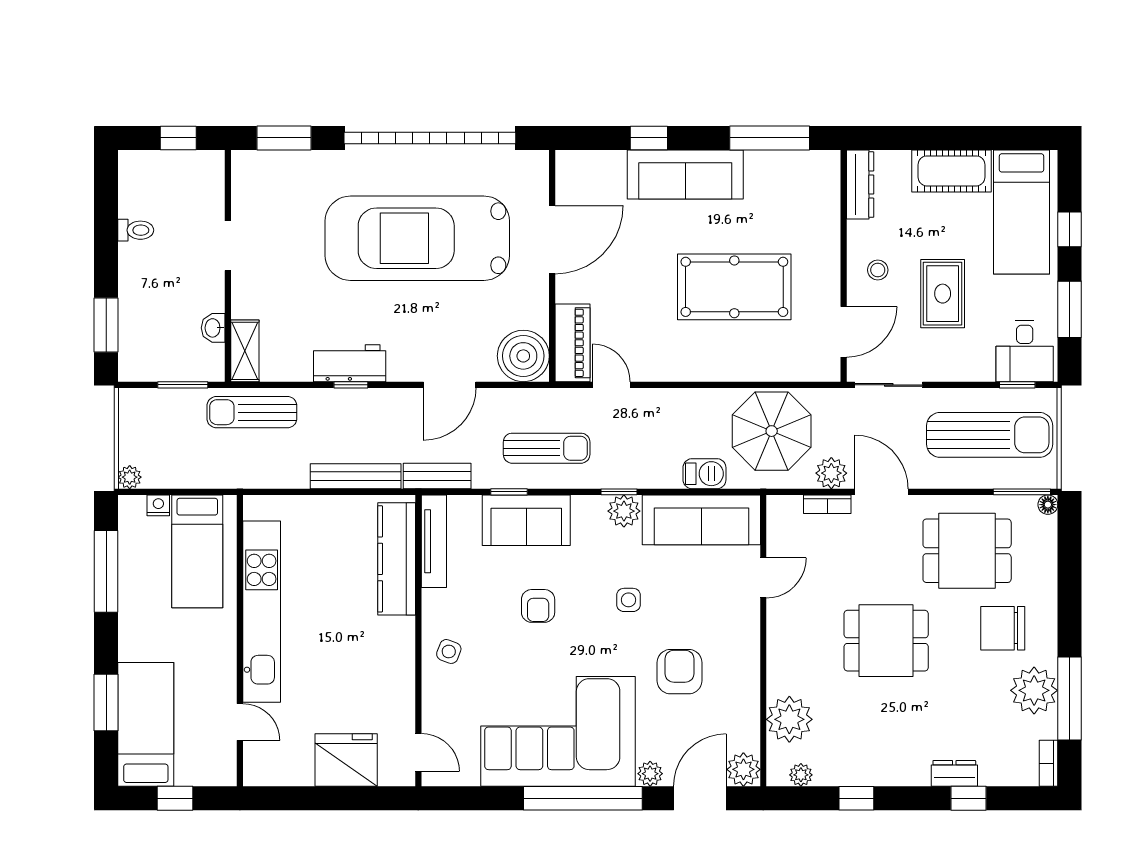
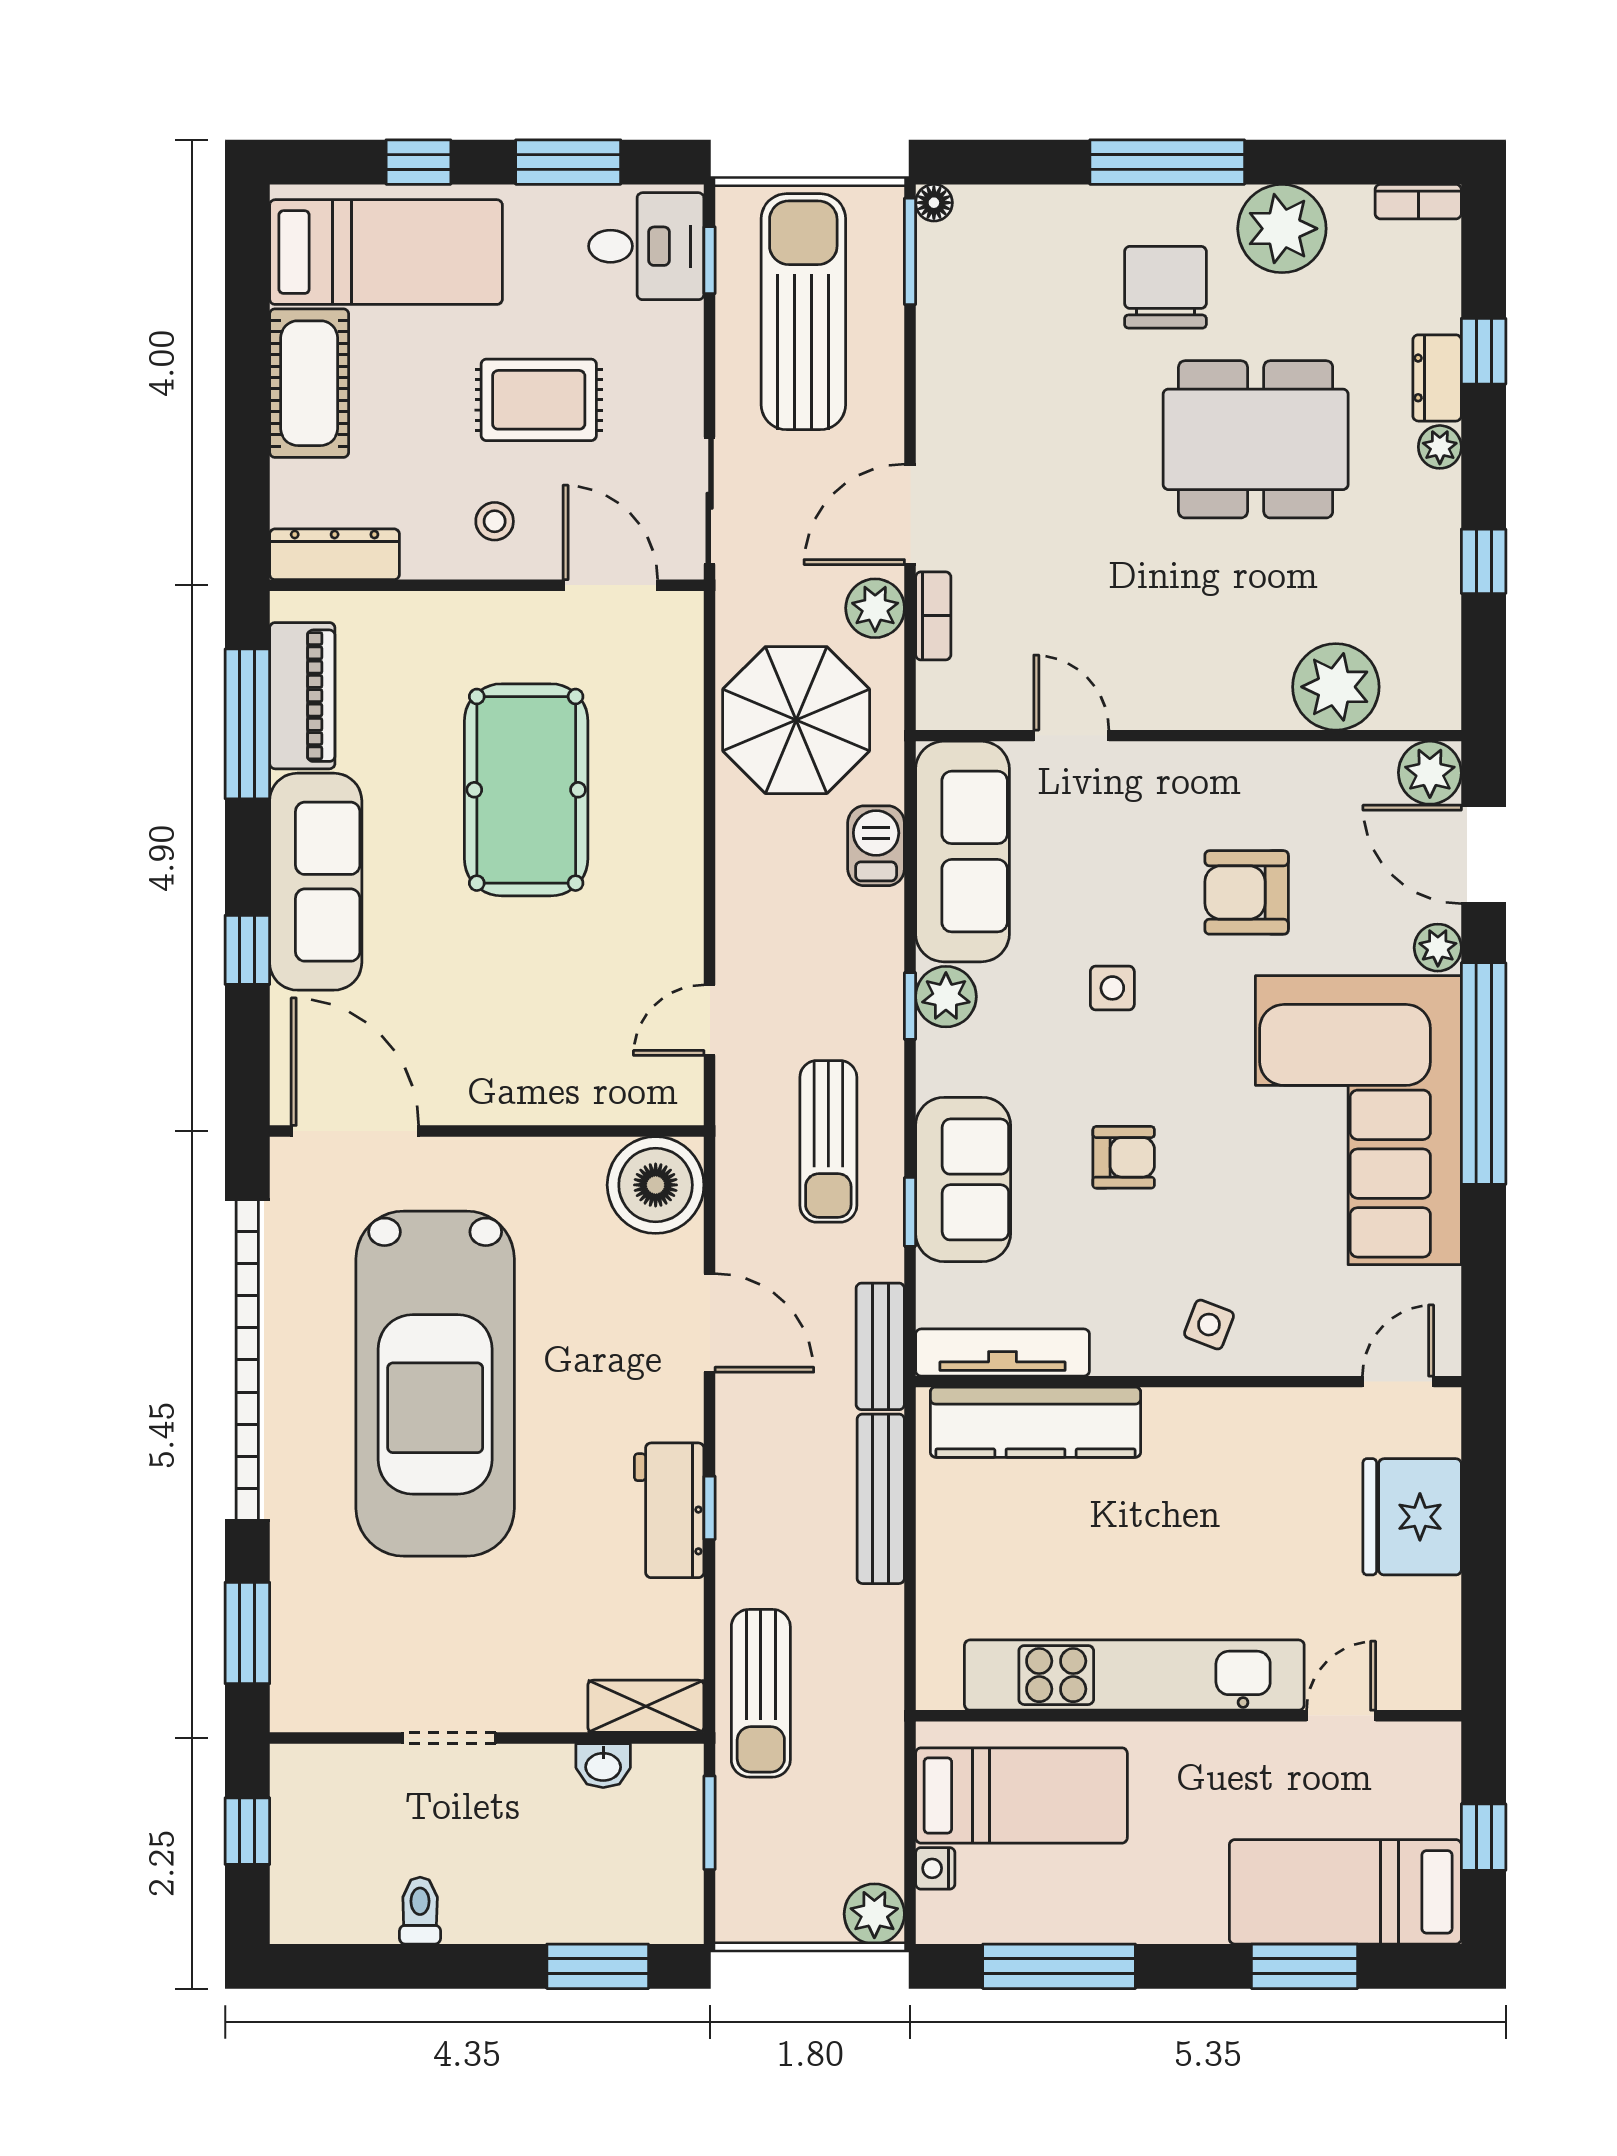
door: (552, 240) -> (355, 1131), moved
piano: (573, 343) -> (302, 696), moved, turned 90
sun lounger: (547, 448) -> (828, 1141), turned 180
plant: (130, 477) -> (874, 1914), width x1.38, depth x1.38
dining table: (967, 551) -> (1020, 354), removed
chair: (1003, 628) -> (1165, 287), turned 180
dining table: (886, 641) -> (1256, 439), moved, width x1.38
window: (1070, 698) -> (1167, 162), moved
plant: (801, 775) -> (1440, 447), moved

